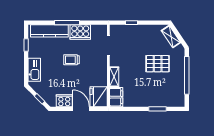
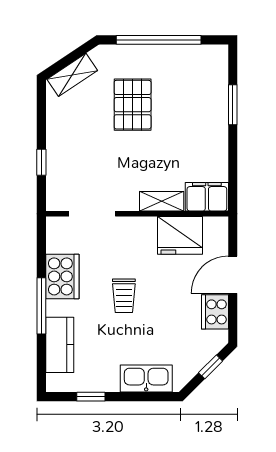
kitchen counter: (49, 31) -> (60, 345), width x0.67
fridge: (99, 97) -> (180, 235), moved

